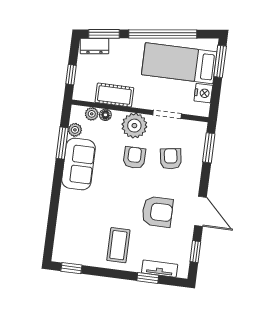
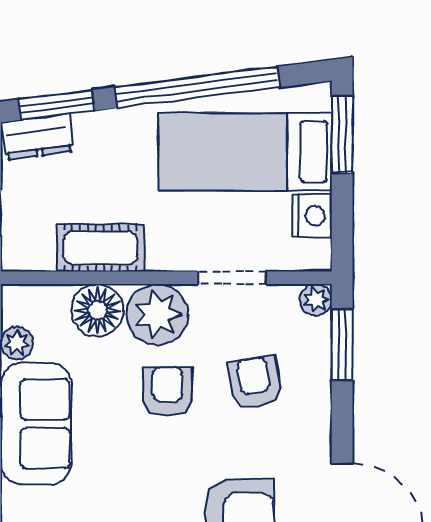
plant: (92, 114) -> (316, 300), moved
floor lamp: (105, 115) -> (97, 310), width x1.89, depth x1.89

